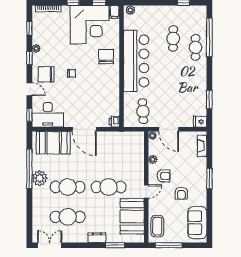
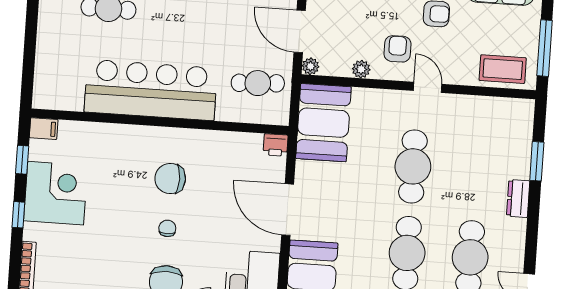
plant: (130, 10) -> (42, 95), removed
corner desk: (90, 25) -> (56, 193), width x0.74, depth x0.74
chair: (106, 56) -> (170, 179), moved
door: (84, 129) -> (288, 210), swing flipped
door: (169, 129) -> (300, 31), swing flipped
booth: (132, 216) -> (323, 123), moved, turned 90

